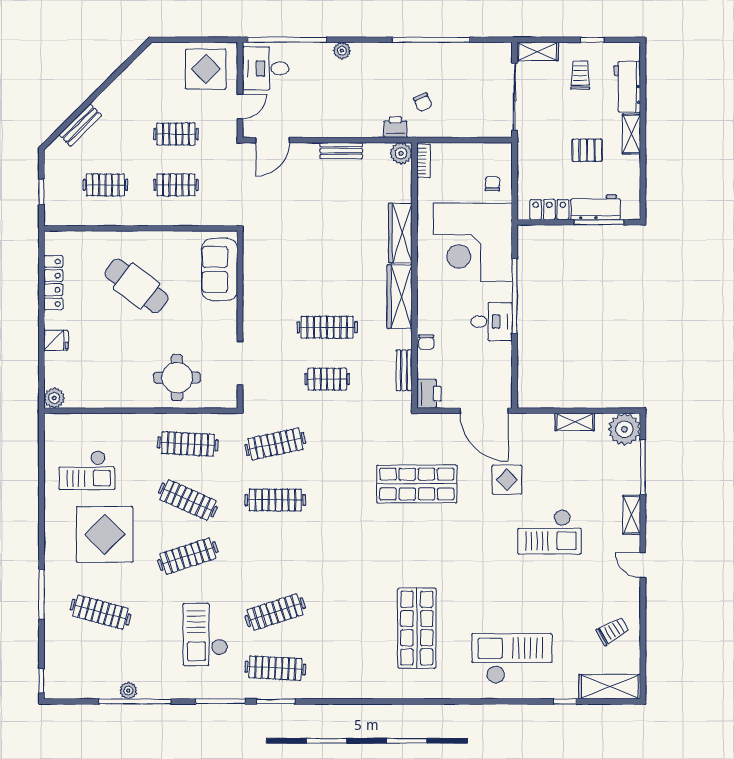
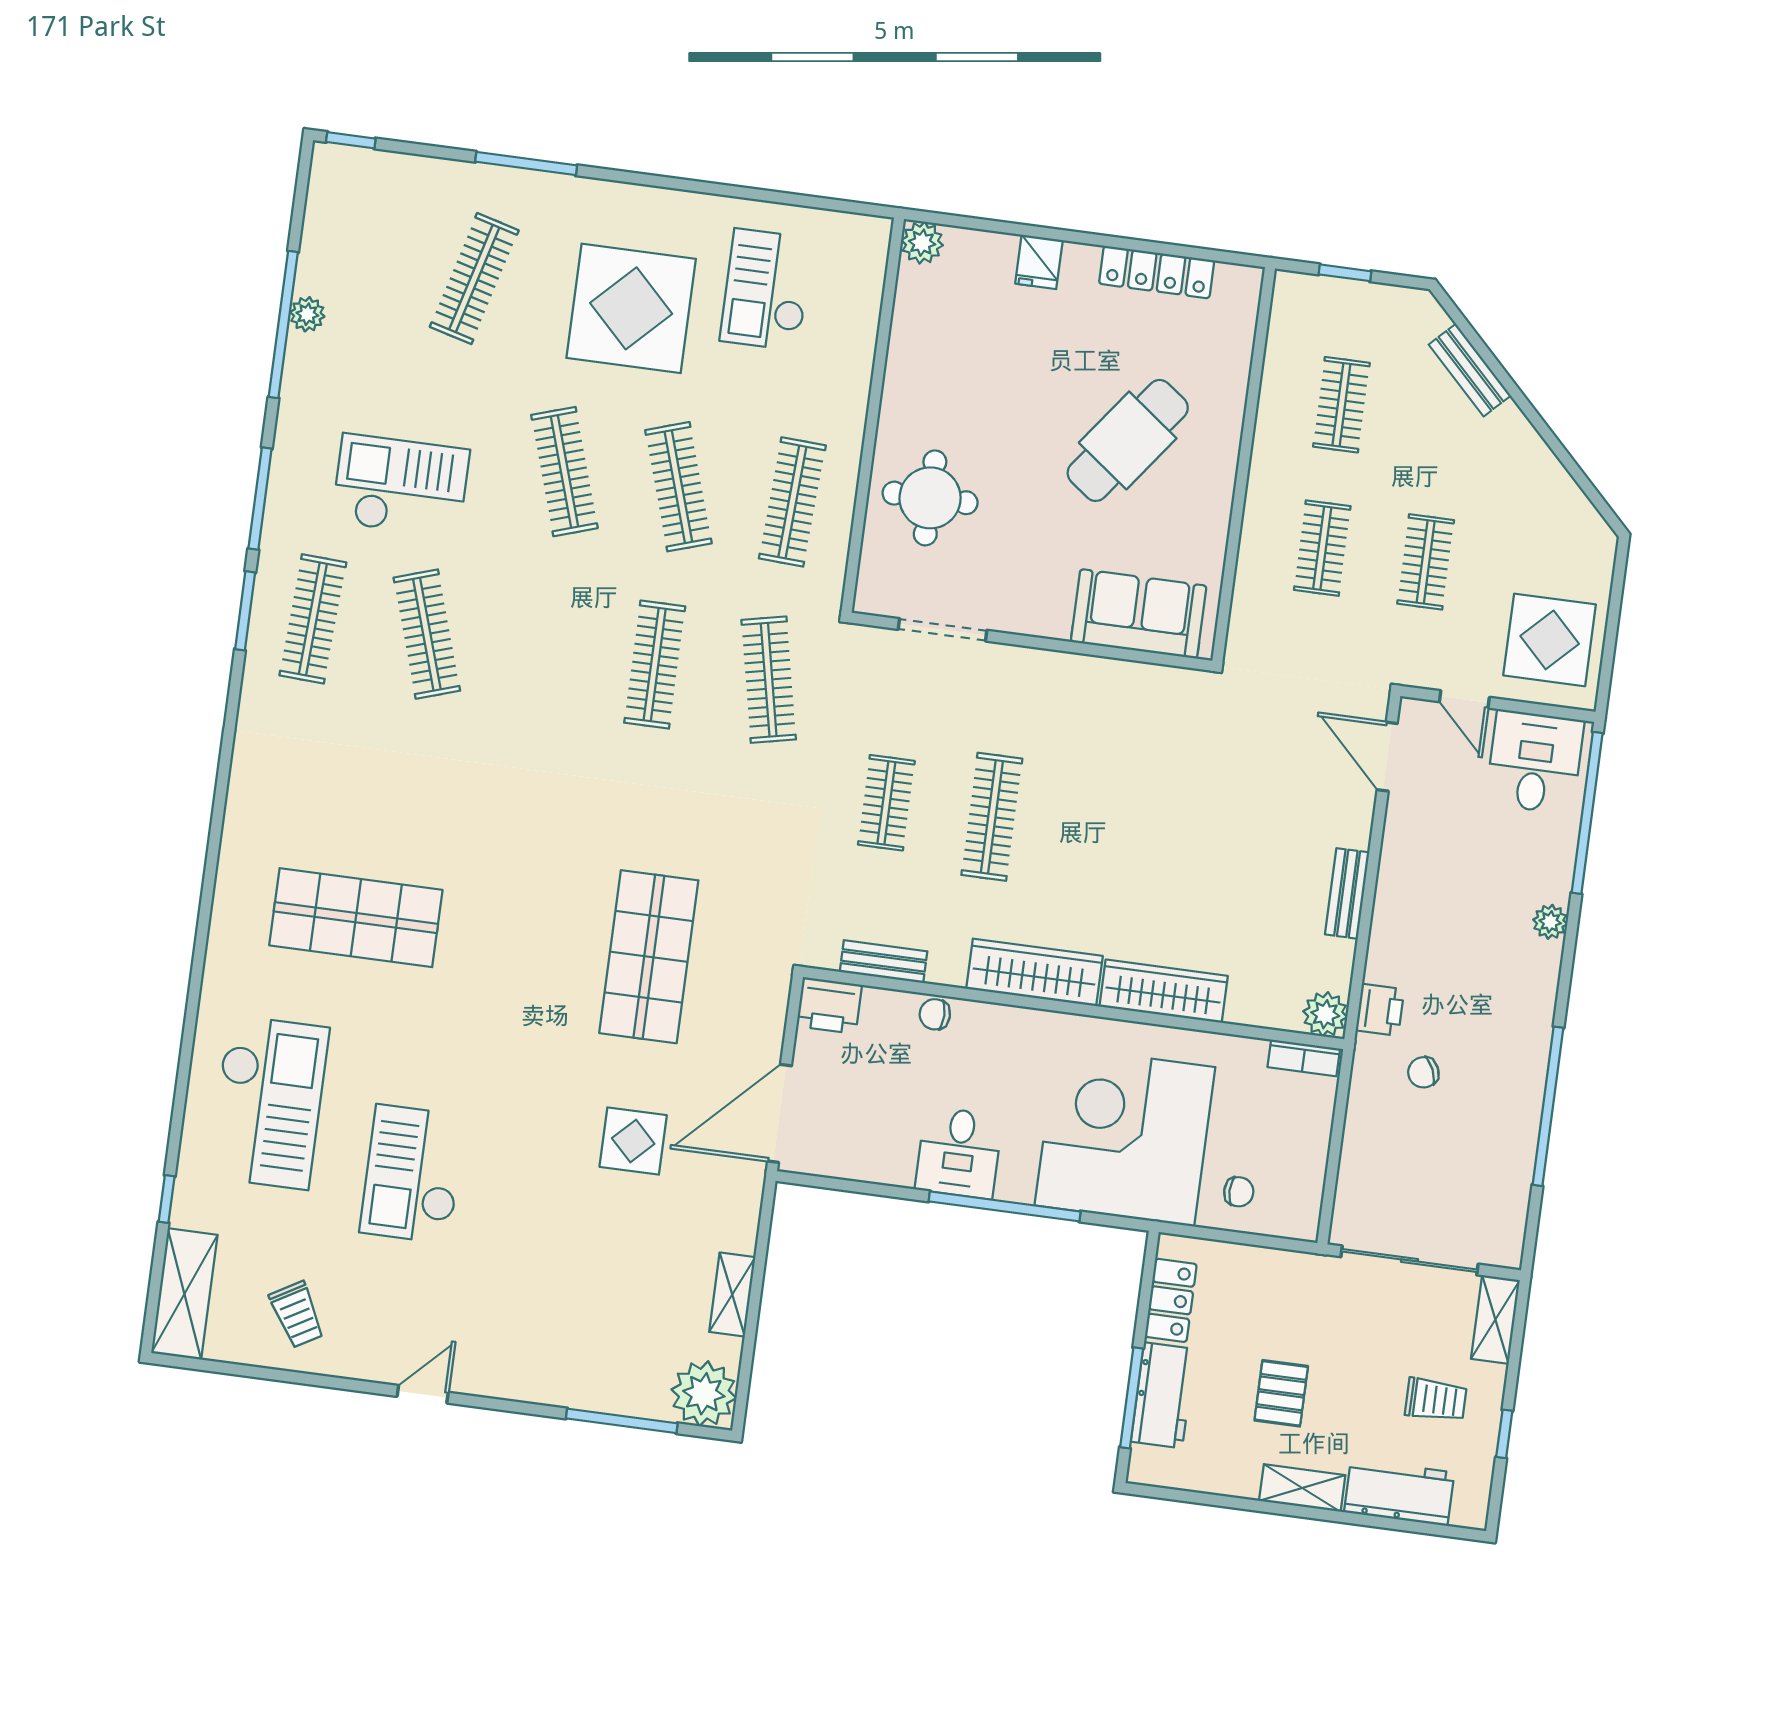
clothes rail: (188, 500) -> (678, 487), turned -42
shelving: (632, 515) -> (528, 1385), removed
checkout: (549, 532) -> (413, 1174), moved

